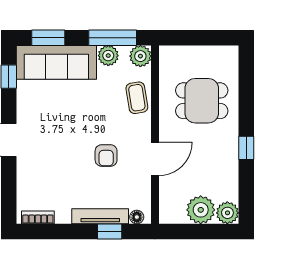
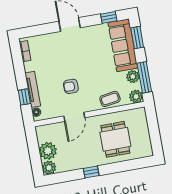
door: (155, 159) -> (74, 117), hinge flipped

